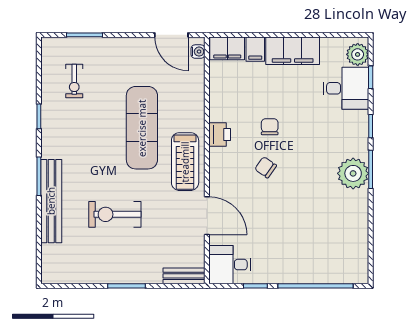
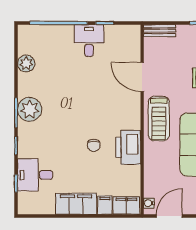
door: (171, 35) -> (169, 216), hinge flipped
plant: (358, 54) -> (26, 63), moved
printer: (220, 134) -> (128, 147), width x1.87, depth x1.48
treadmill: (185, 162) -> (159, 119), turned 180
chair: (266, 167) -> (97, 114), removed
desk: (230, 265) -> (89, 41), moved, turned -90

